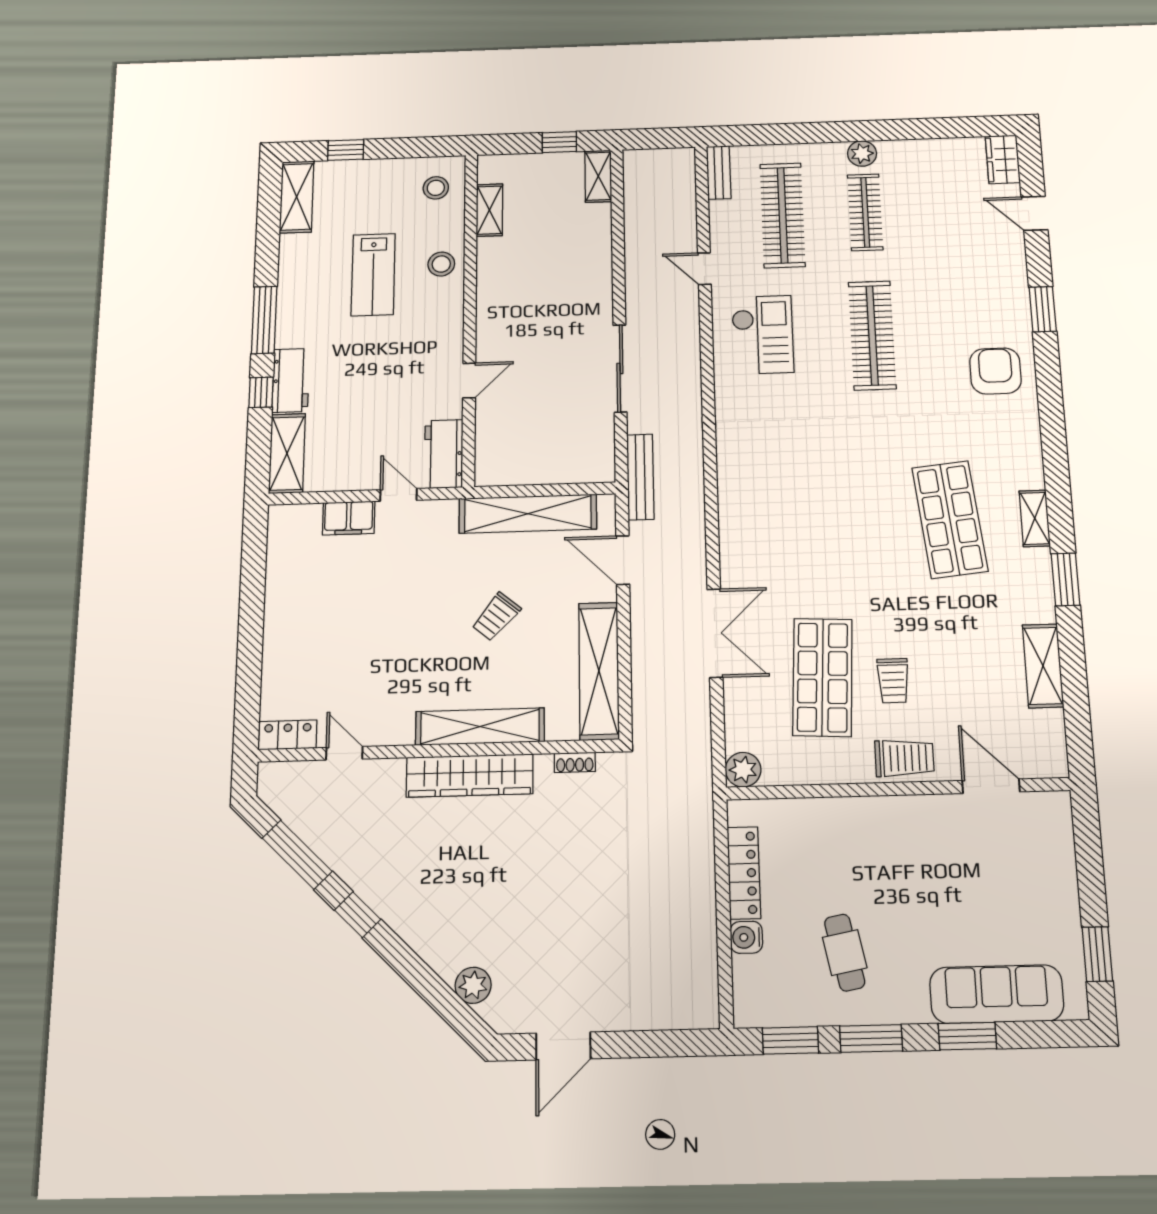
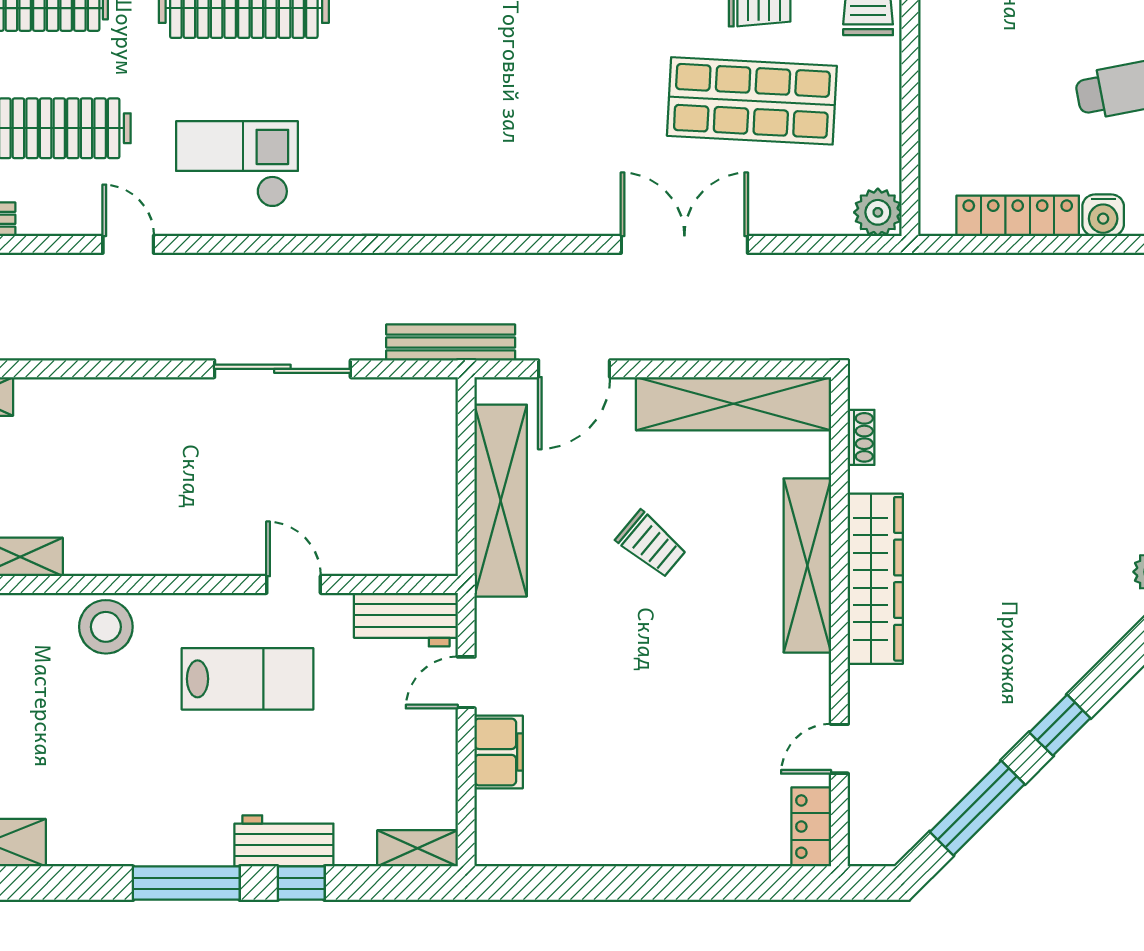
stool: (441, 264) -> (106, 627), width x1.38, depth x1.38
door: (704, 269) -> (128, 244), swing flipped
lab bench: (373, 275) -> (248, 679), moved
shelving: (287, 453) -> (417, 848), width x0.67, depth x0.75

